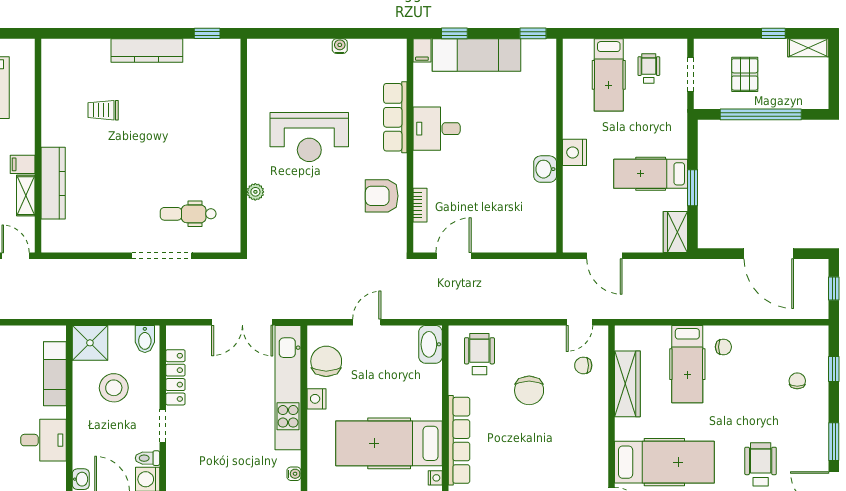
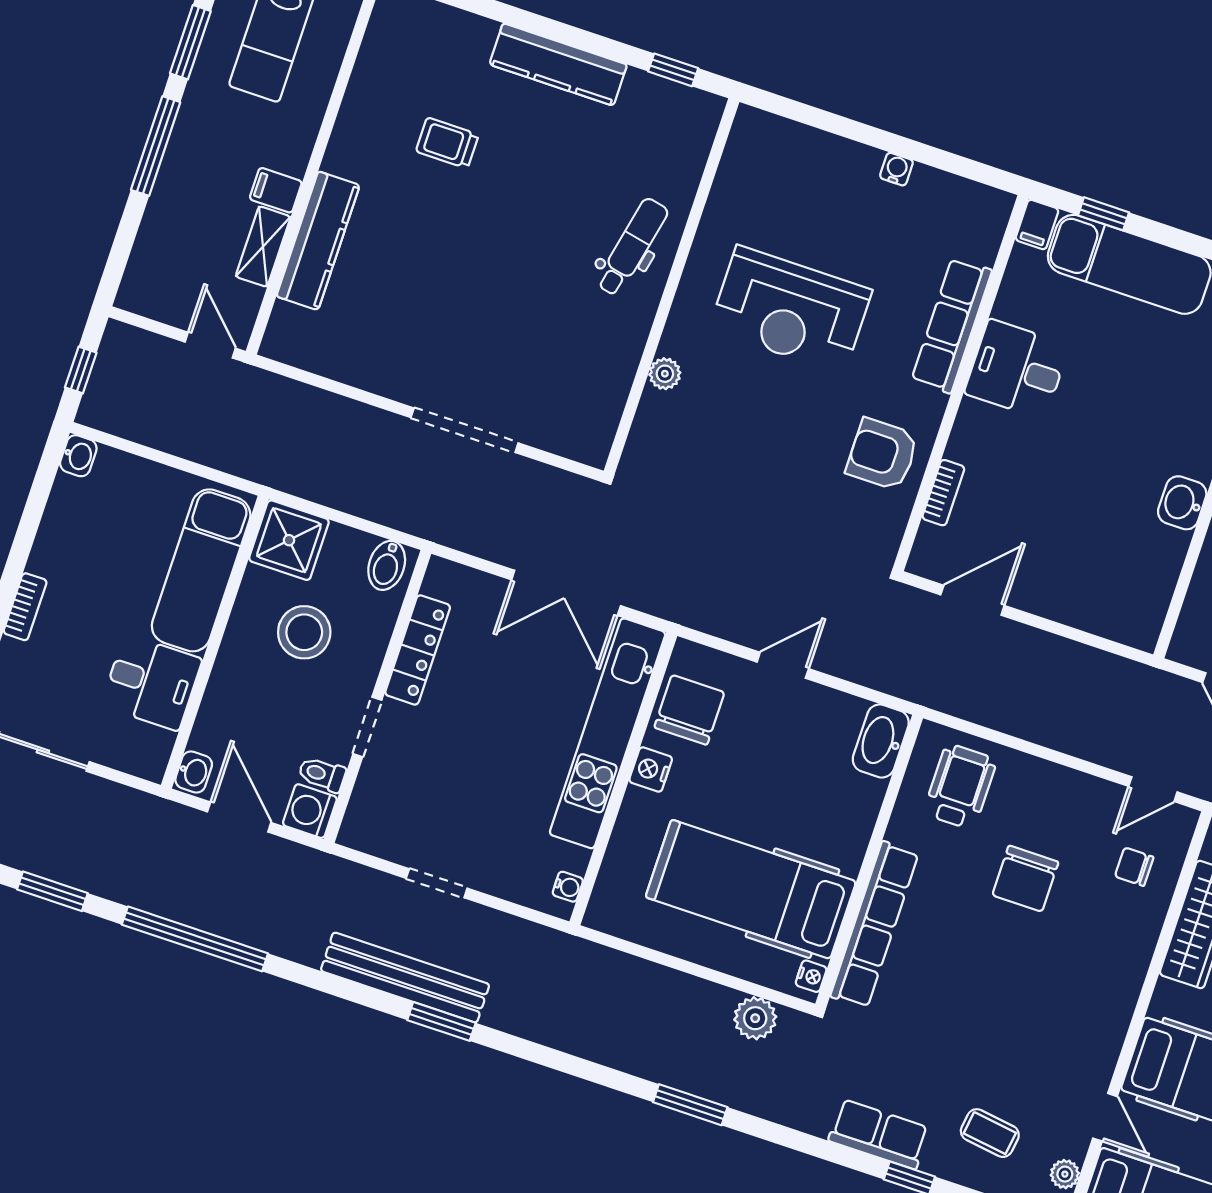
dental chair: (188, 214) -> (632, 247), moved, turned 102
exam couch: (55, 374) -> (201, 570), width x1.36, depth x1.45

